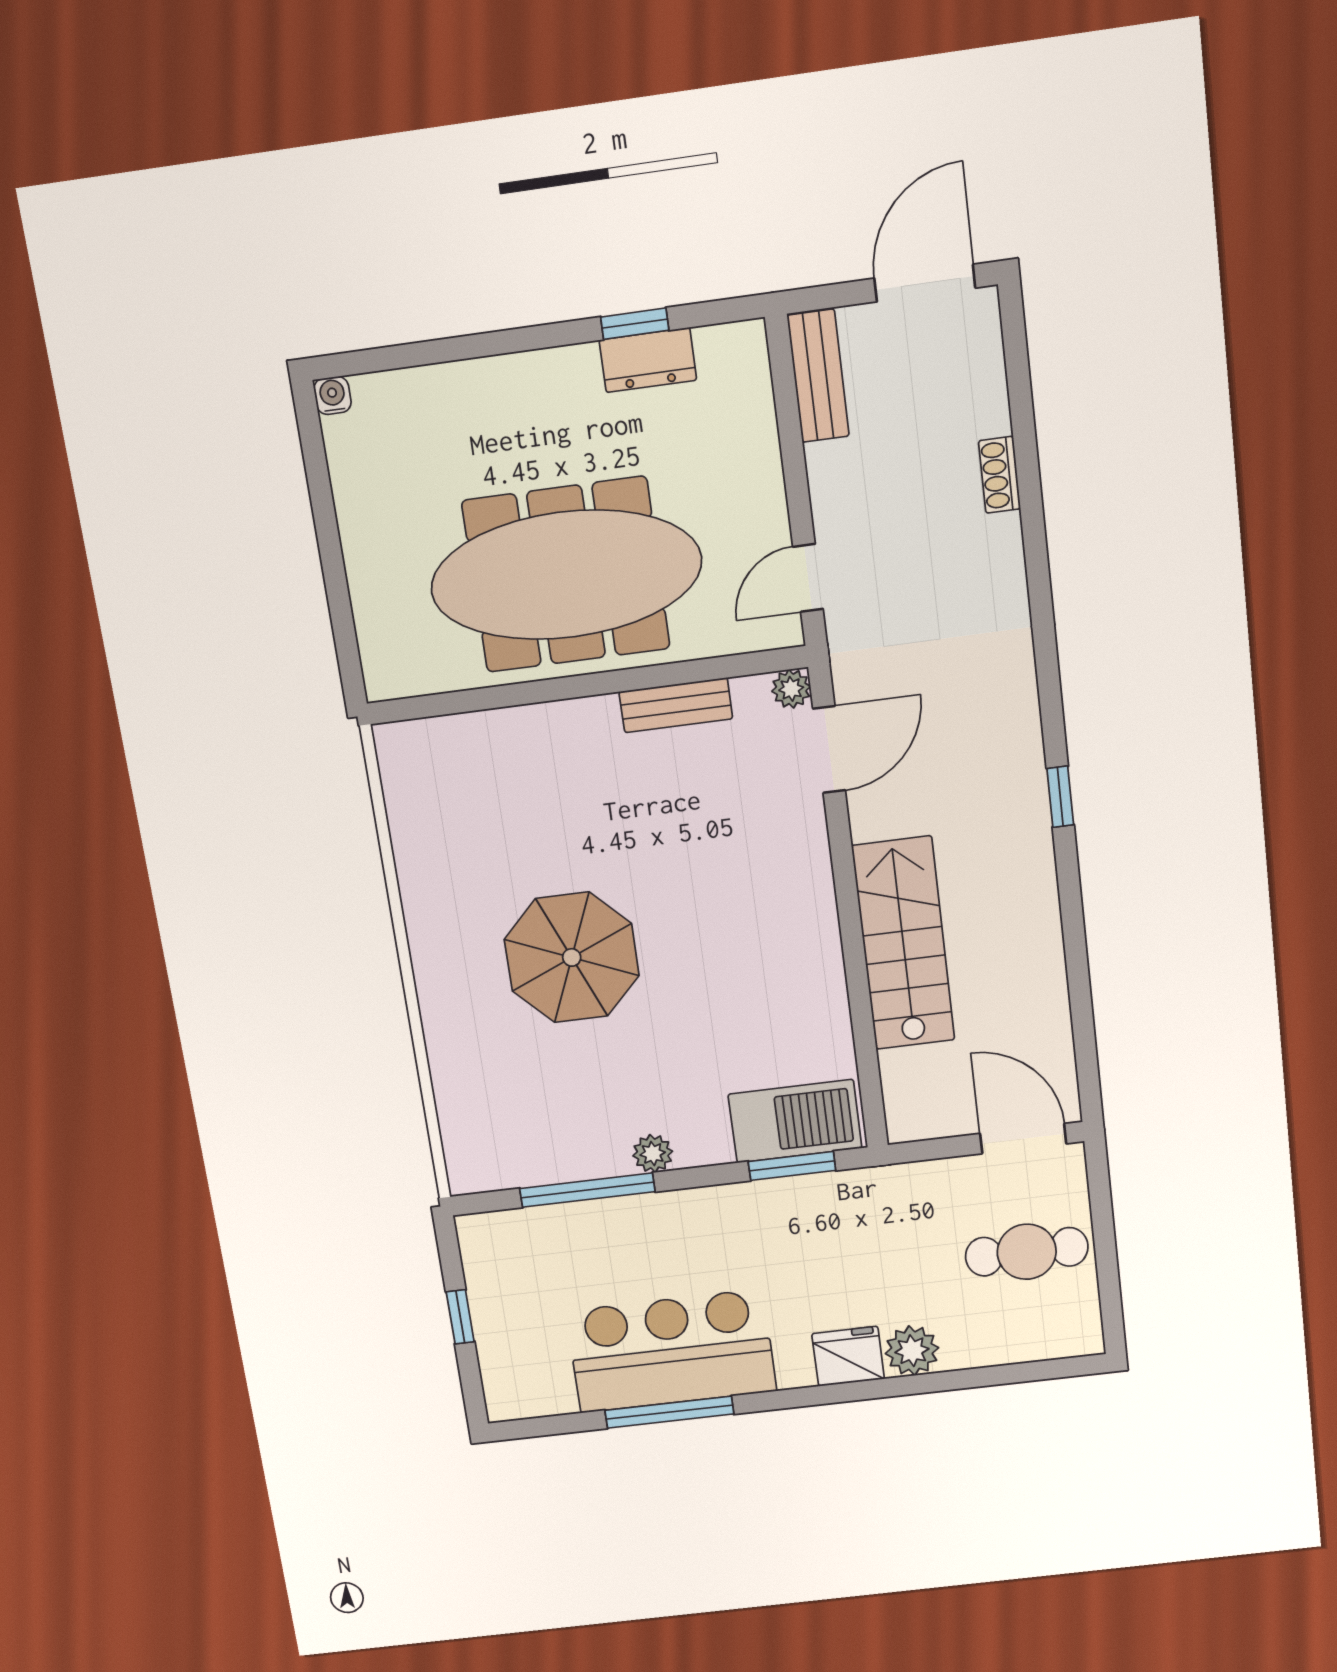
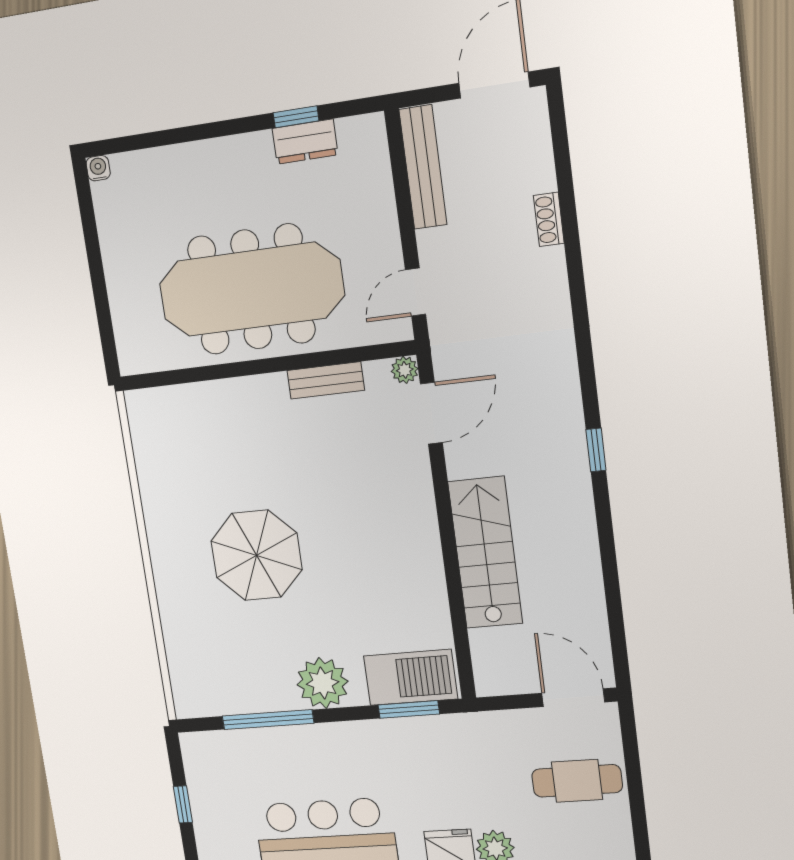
bench: (818, 376) -> (423, 167), width x1.36
plant: (653, 1154) -> (323, 683), width x1.87, depth x1.87

